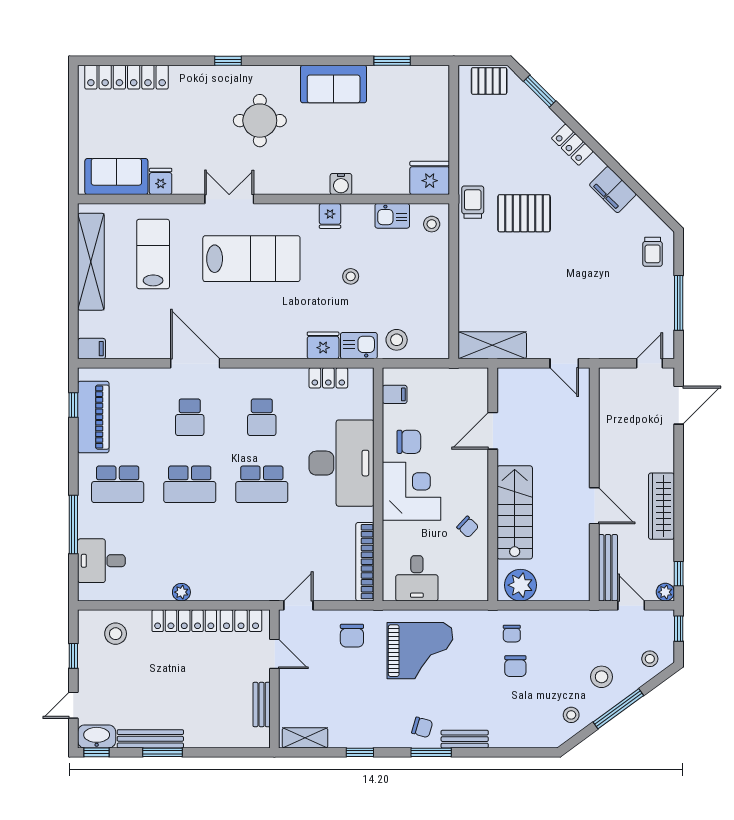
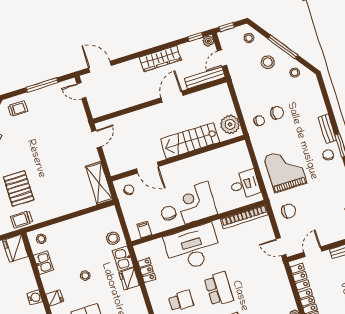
chair: (468, 527) -> (129, 190), moved

